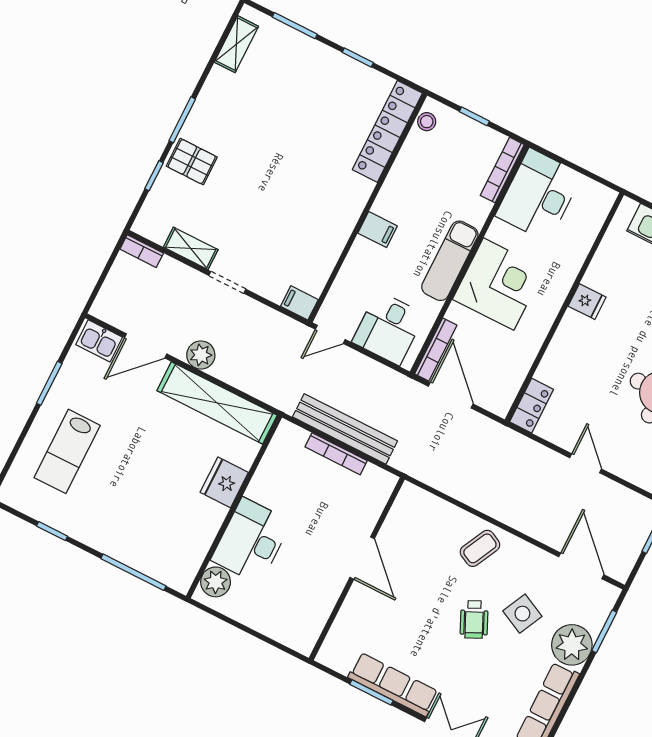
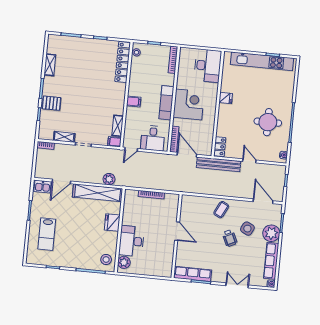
shelving: (236, 44) -> (50, 65), moved
desk: (539, 195) -> (208, 66), moved, turned 180
shelving: (320, 270) -> (118, 126), added
plant: (201, 355) -> (109, 179), moved
bench: (345, 429) -> (219, 164), moved
stool: (178, 560) -> (106, 260), added
row of seats: (393, 685) -> (193, 274), moved

